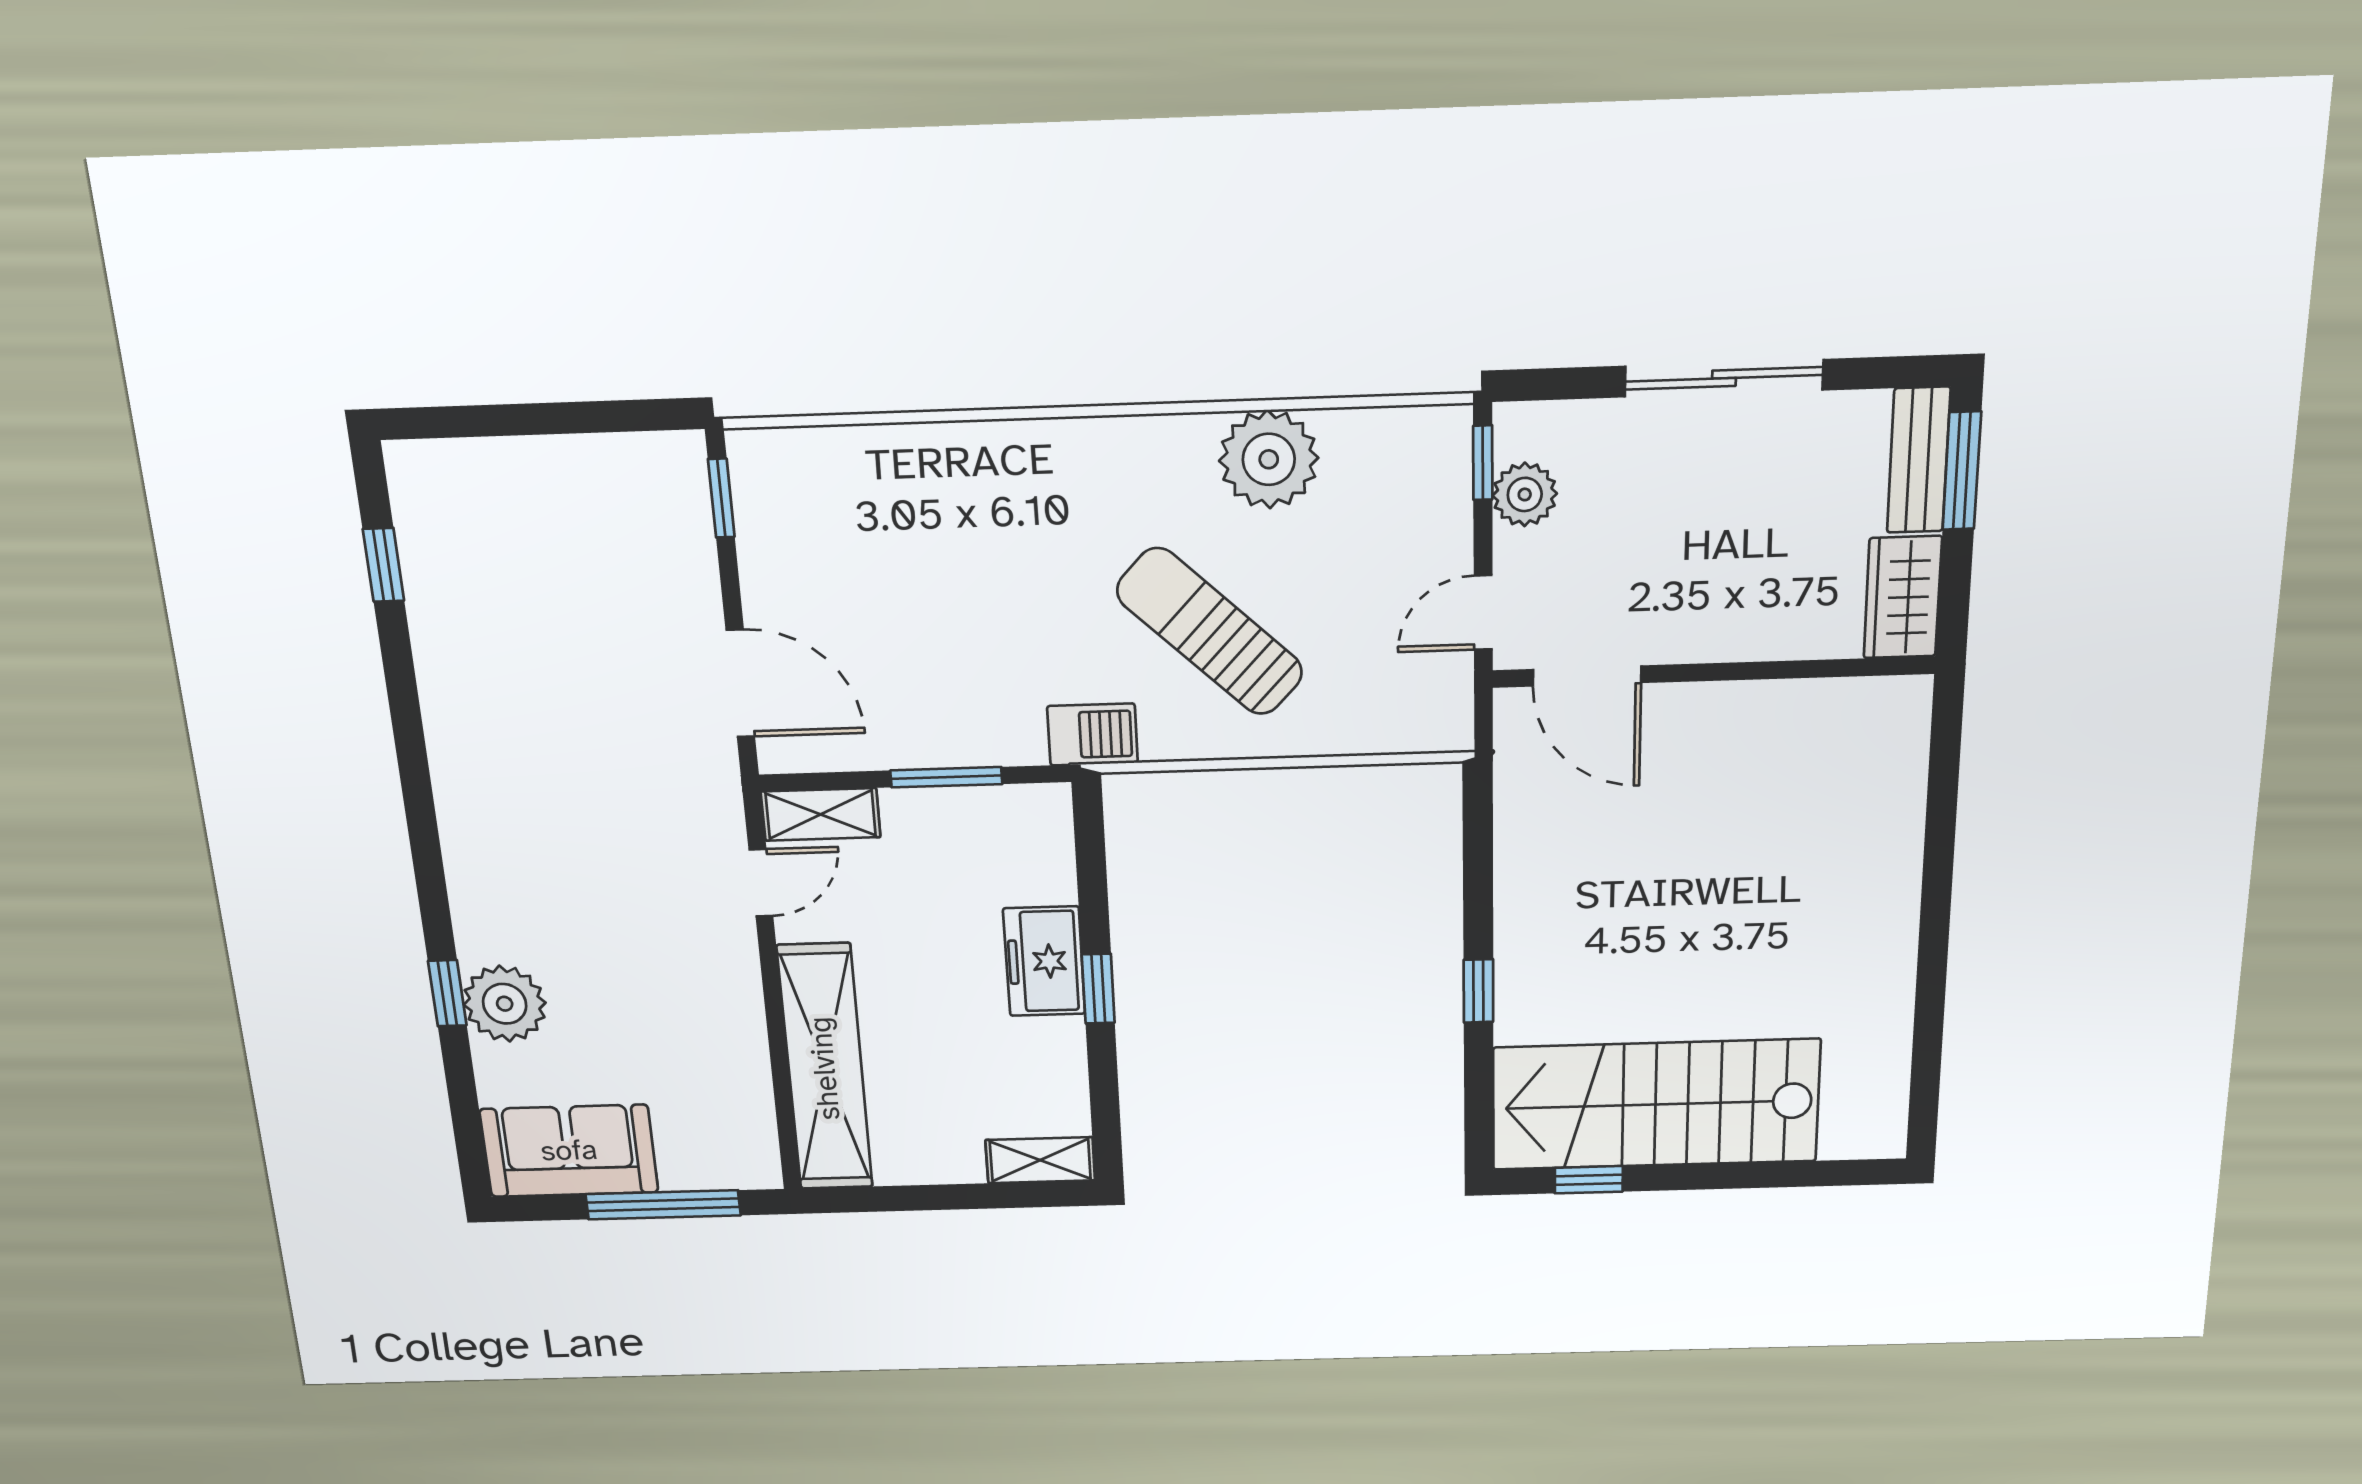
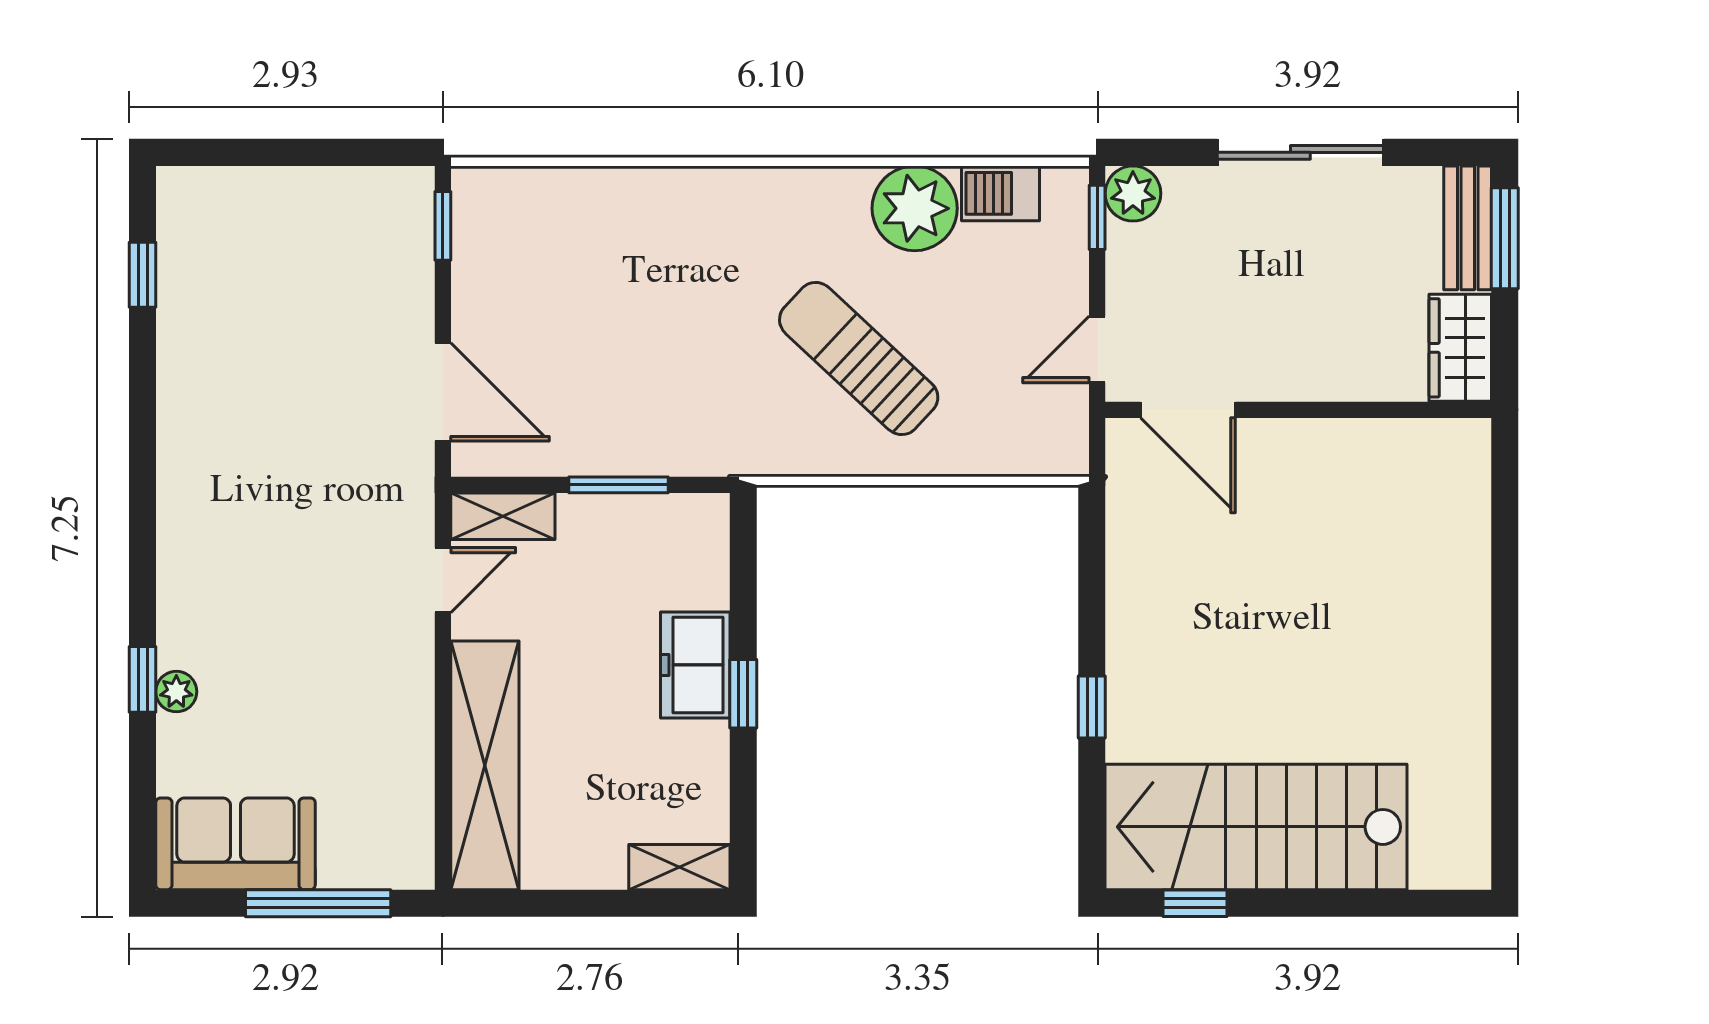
plant: (1525, 494) -> (1133, 193), moved
barbecue: (1092, 734) -> (1000, 193), moved, turned 180
plant: (505, 1004) -> (176, 692), width x0.53, depth x0.53

